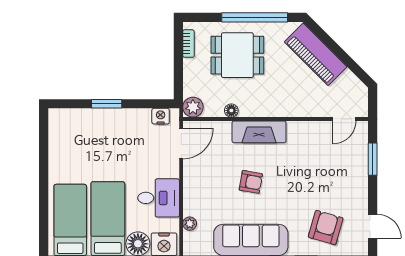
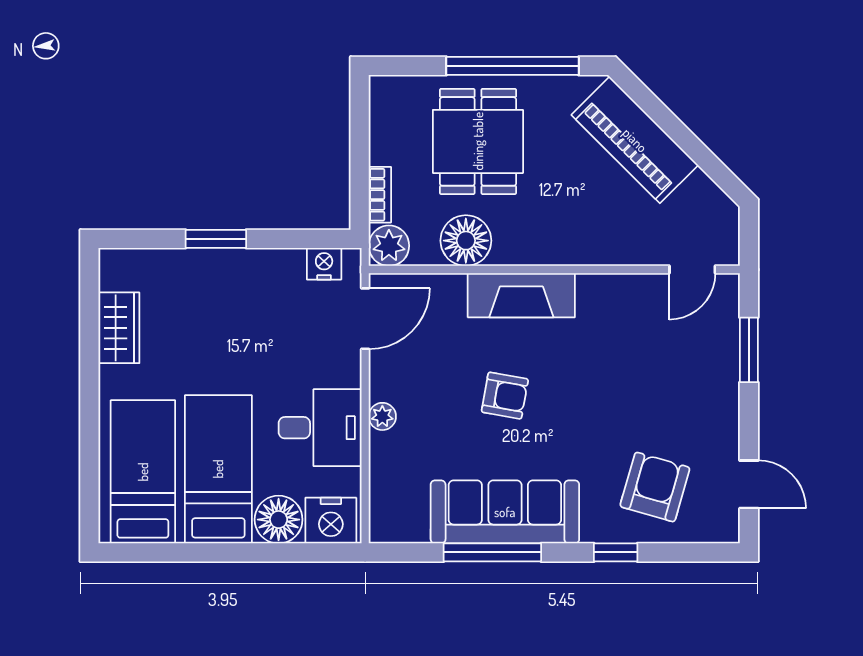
bookcase: (188, 44) -> (380, 195), moved
dining table: (237, 55) -> (478, 141), turned 90
floor lamp: (231, 111) -> (466, 241), width x1.89, depth x1.89
wardrobe: (58, 148) -> (119, 328), added
plant: (190, 224) -> (382, 416), moved

